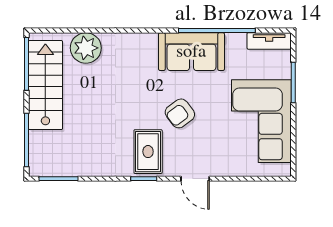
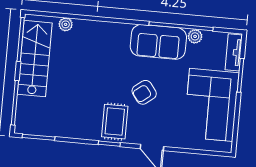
plant: (235, 41) -> (195, 36), added
tv unit: (269, 41) -> (234, 52), moved, turned 90
plant: (86, 48) -> (66, 24), width x0.53, depth x0.53

